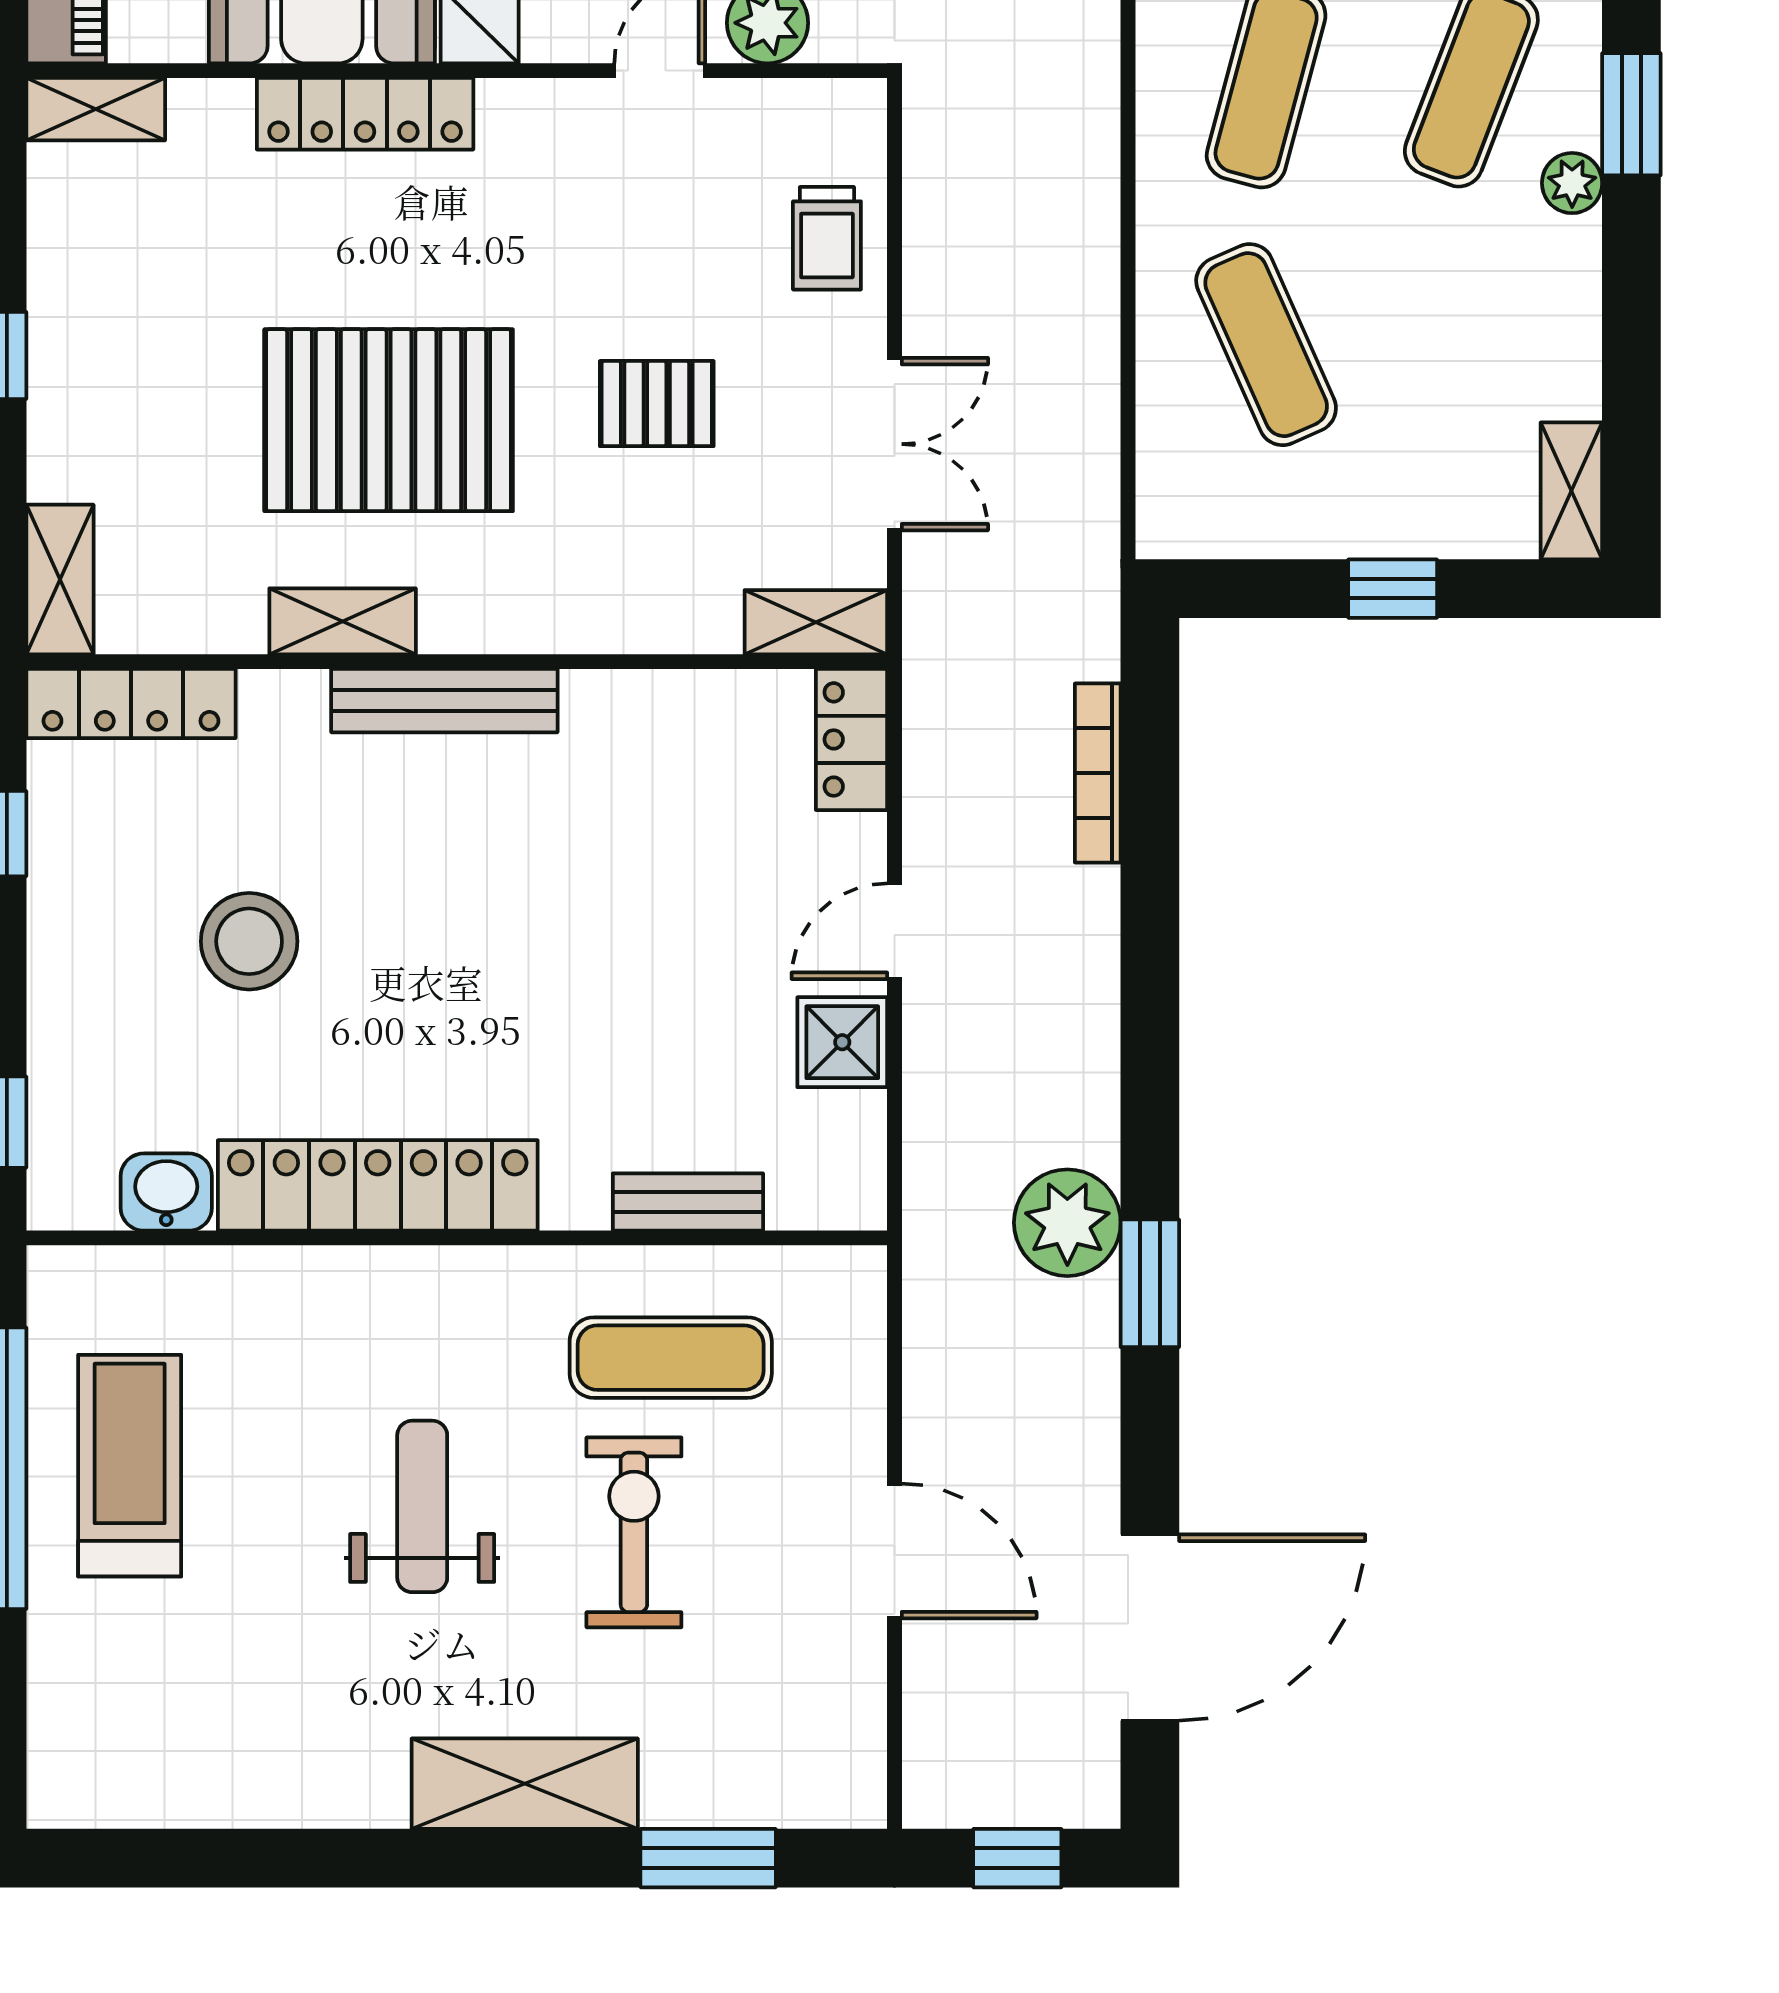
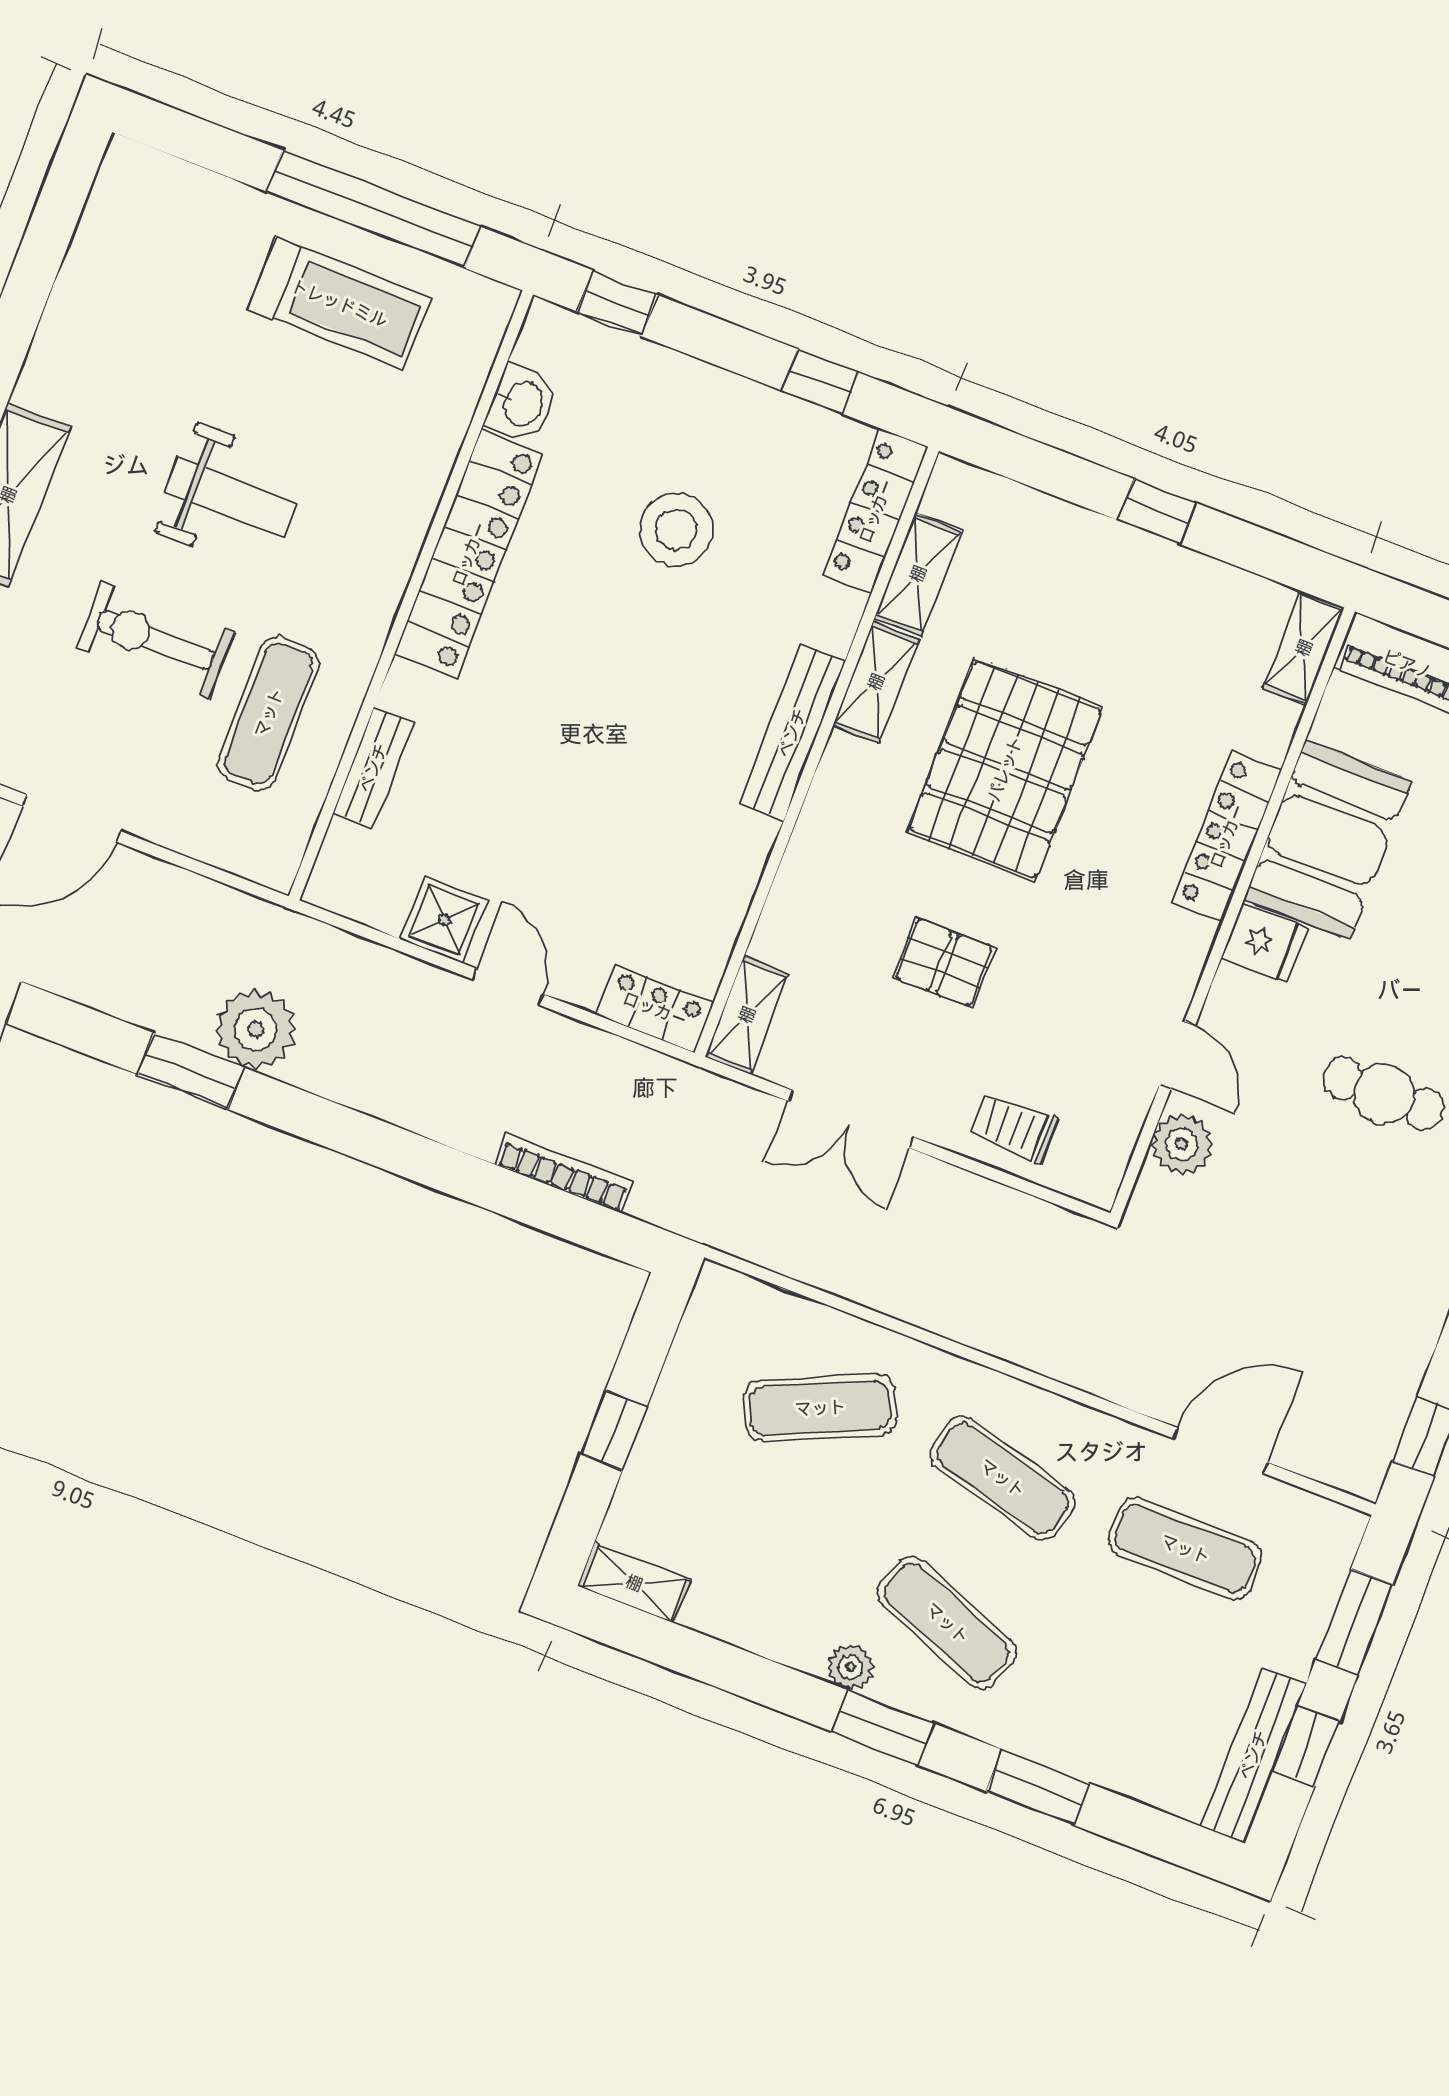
pallet: (657, 404) -> (944, 963), turned 90
shelving: (60, 580) -> (918, 574), moved, turned 90
exercise bike: (634, 1532) -> (155, 640), turned 180

